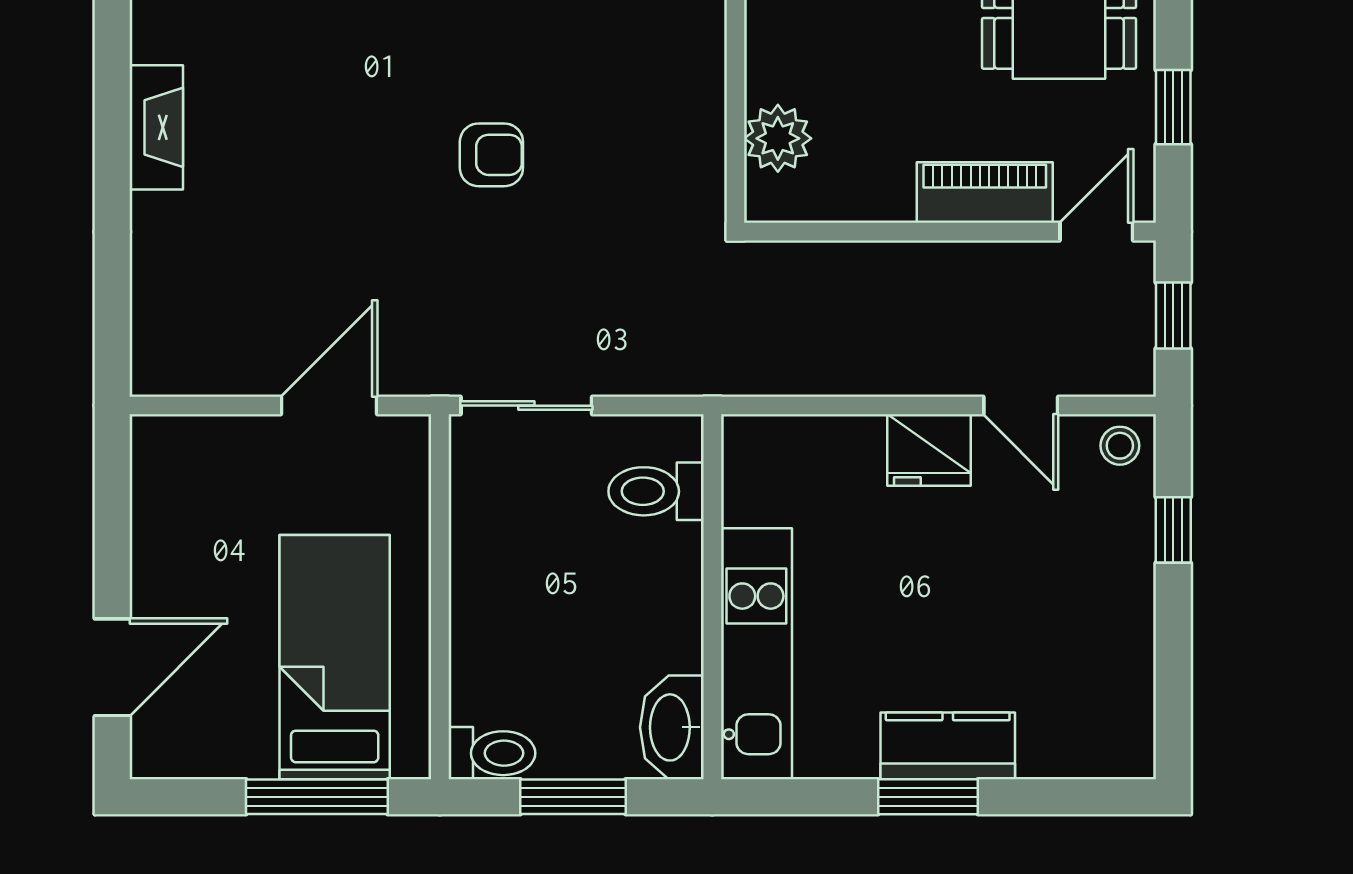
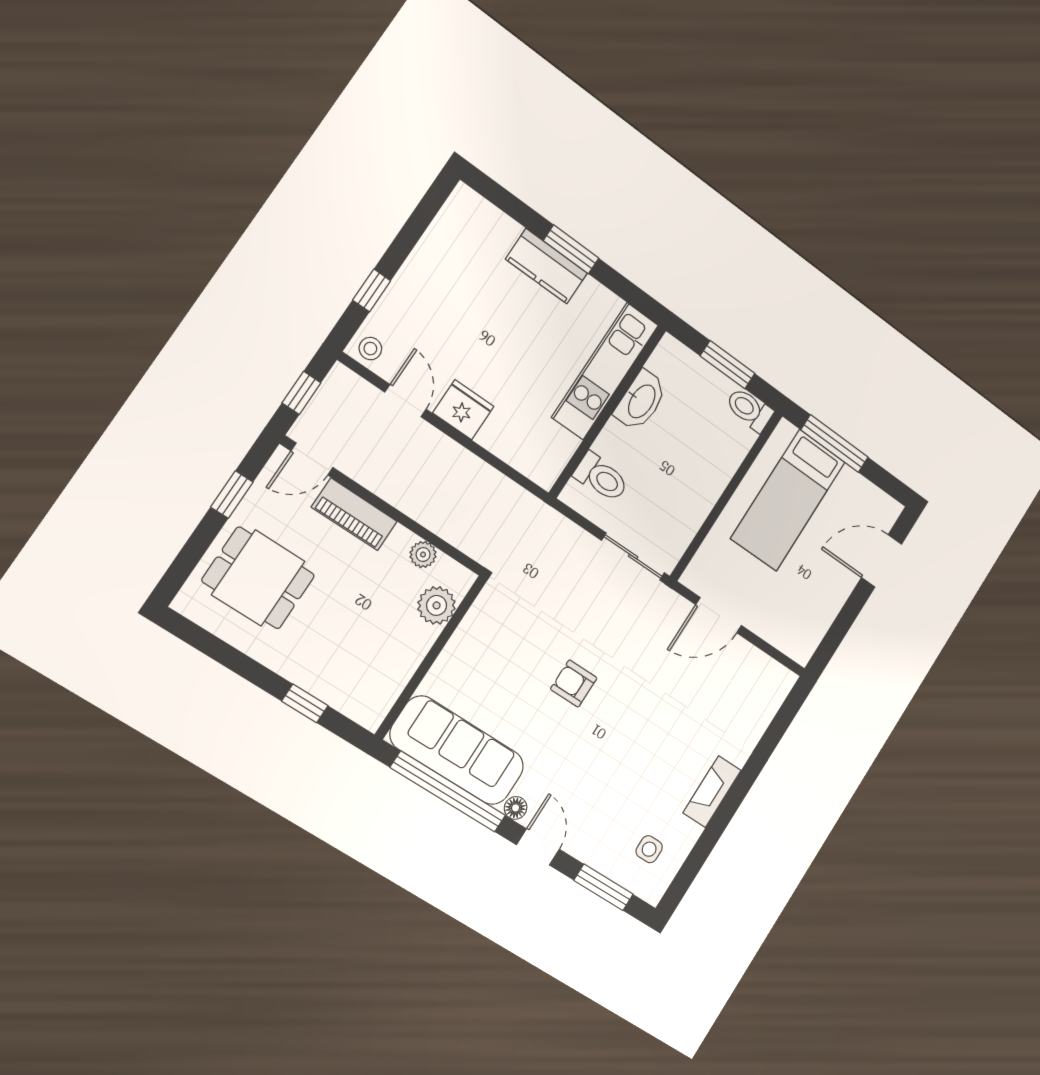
plant: (847, 200) -> (423, 555), added
washbasin: (672, 727) -> (641, 401), moved

